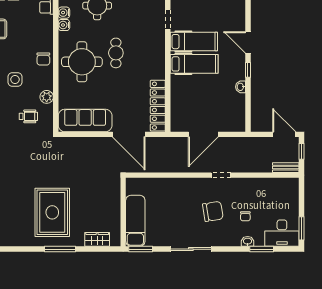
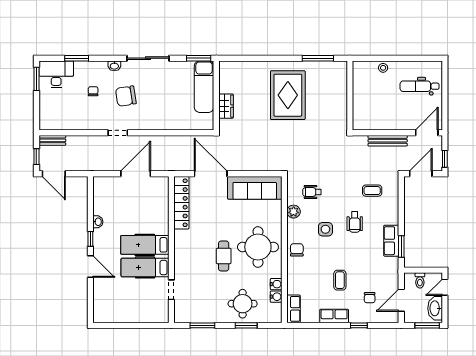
wardrobe: (97, 239) -> (226, 106), moved, turned -90
washbasin: (248, 241) -> (114, 66), moved
window: (60, 249) -> (318, 58), moved

